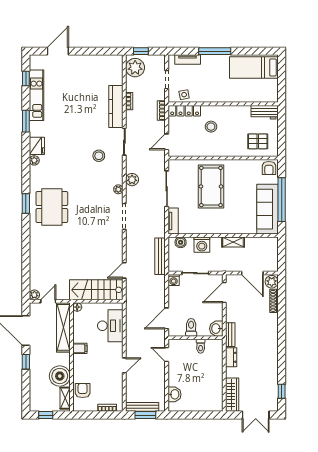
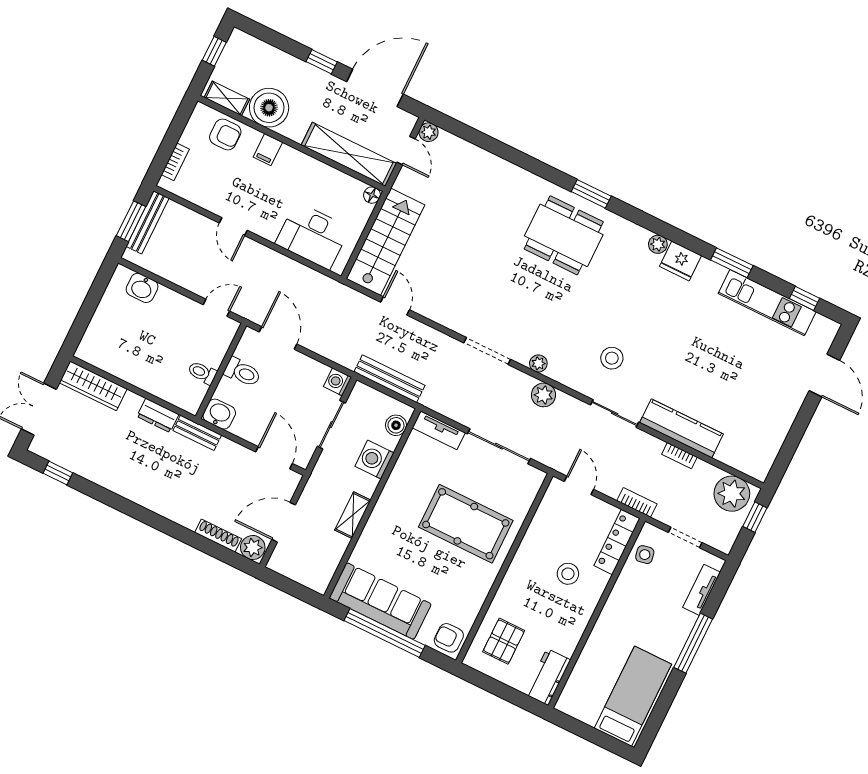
filing cabinet: (80, 348) -> (268, 150), moved

